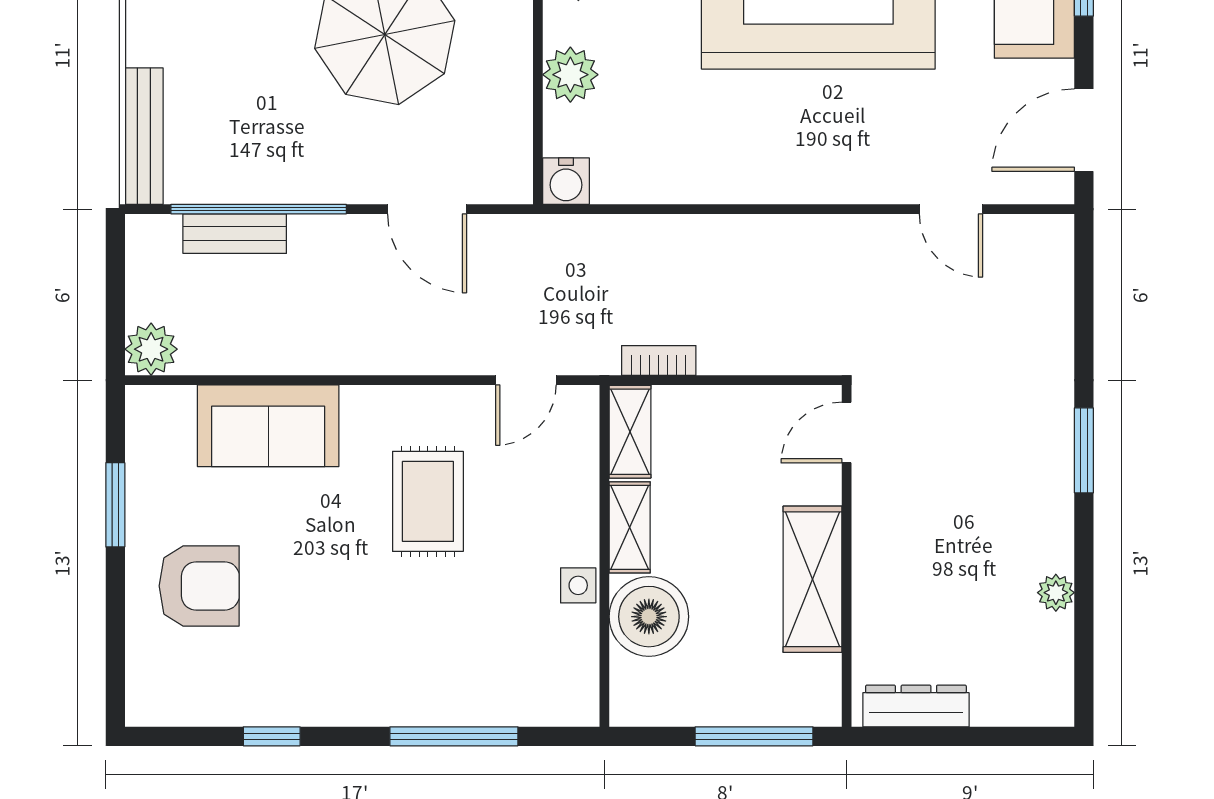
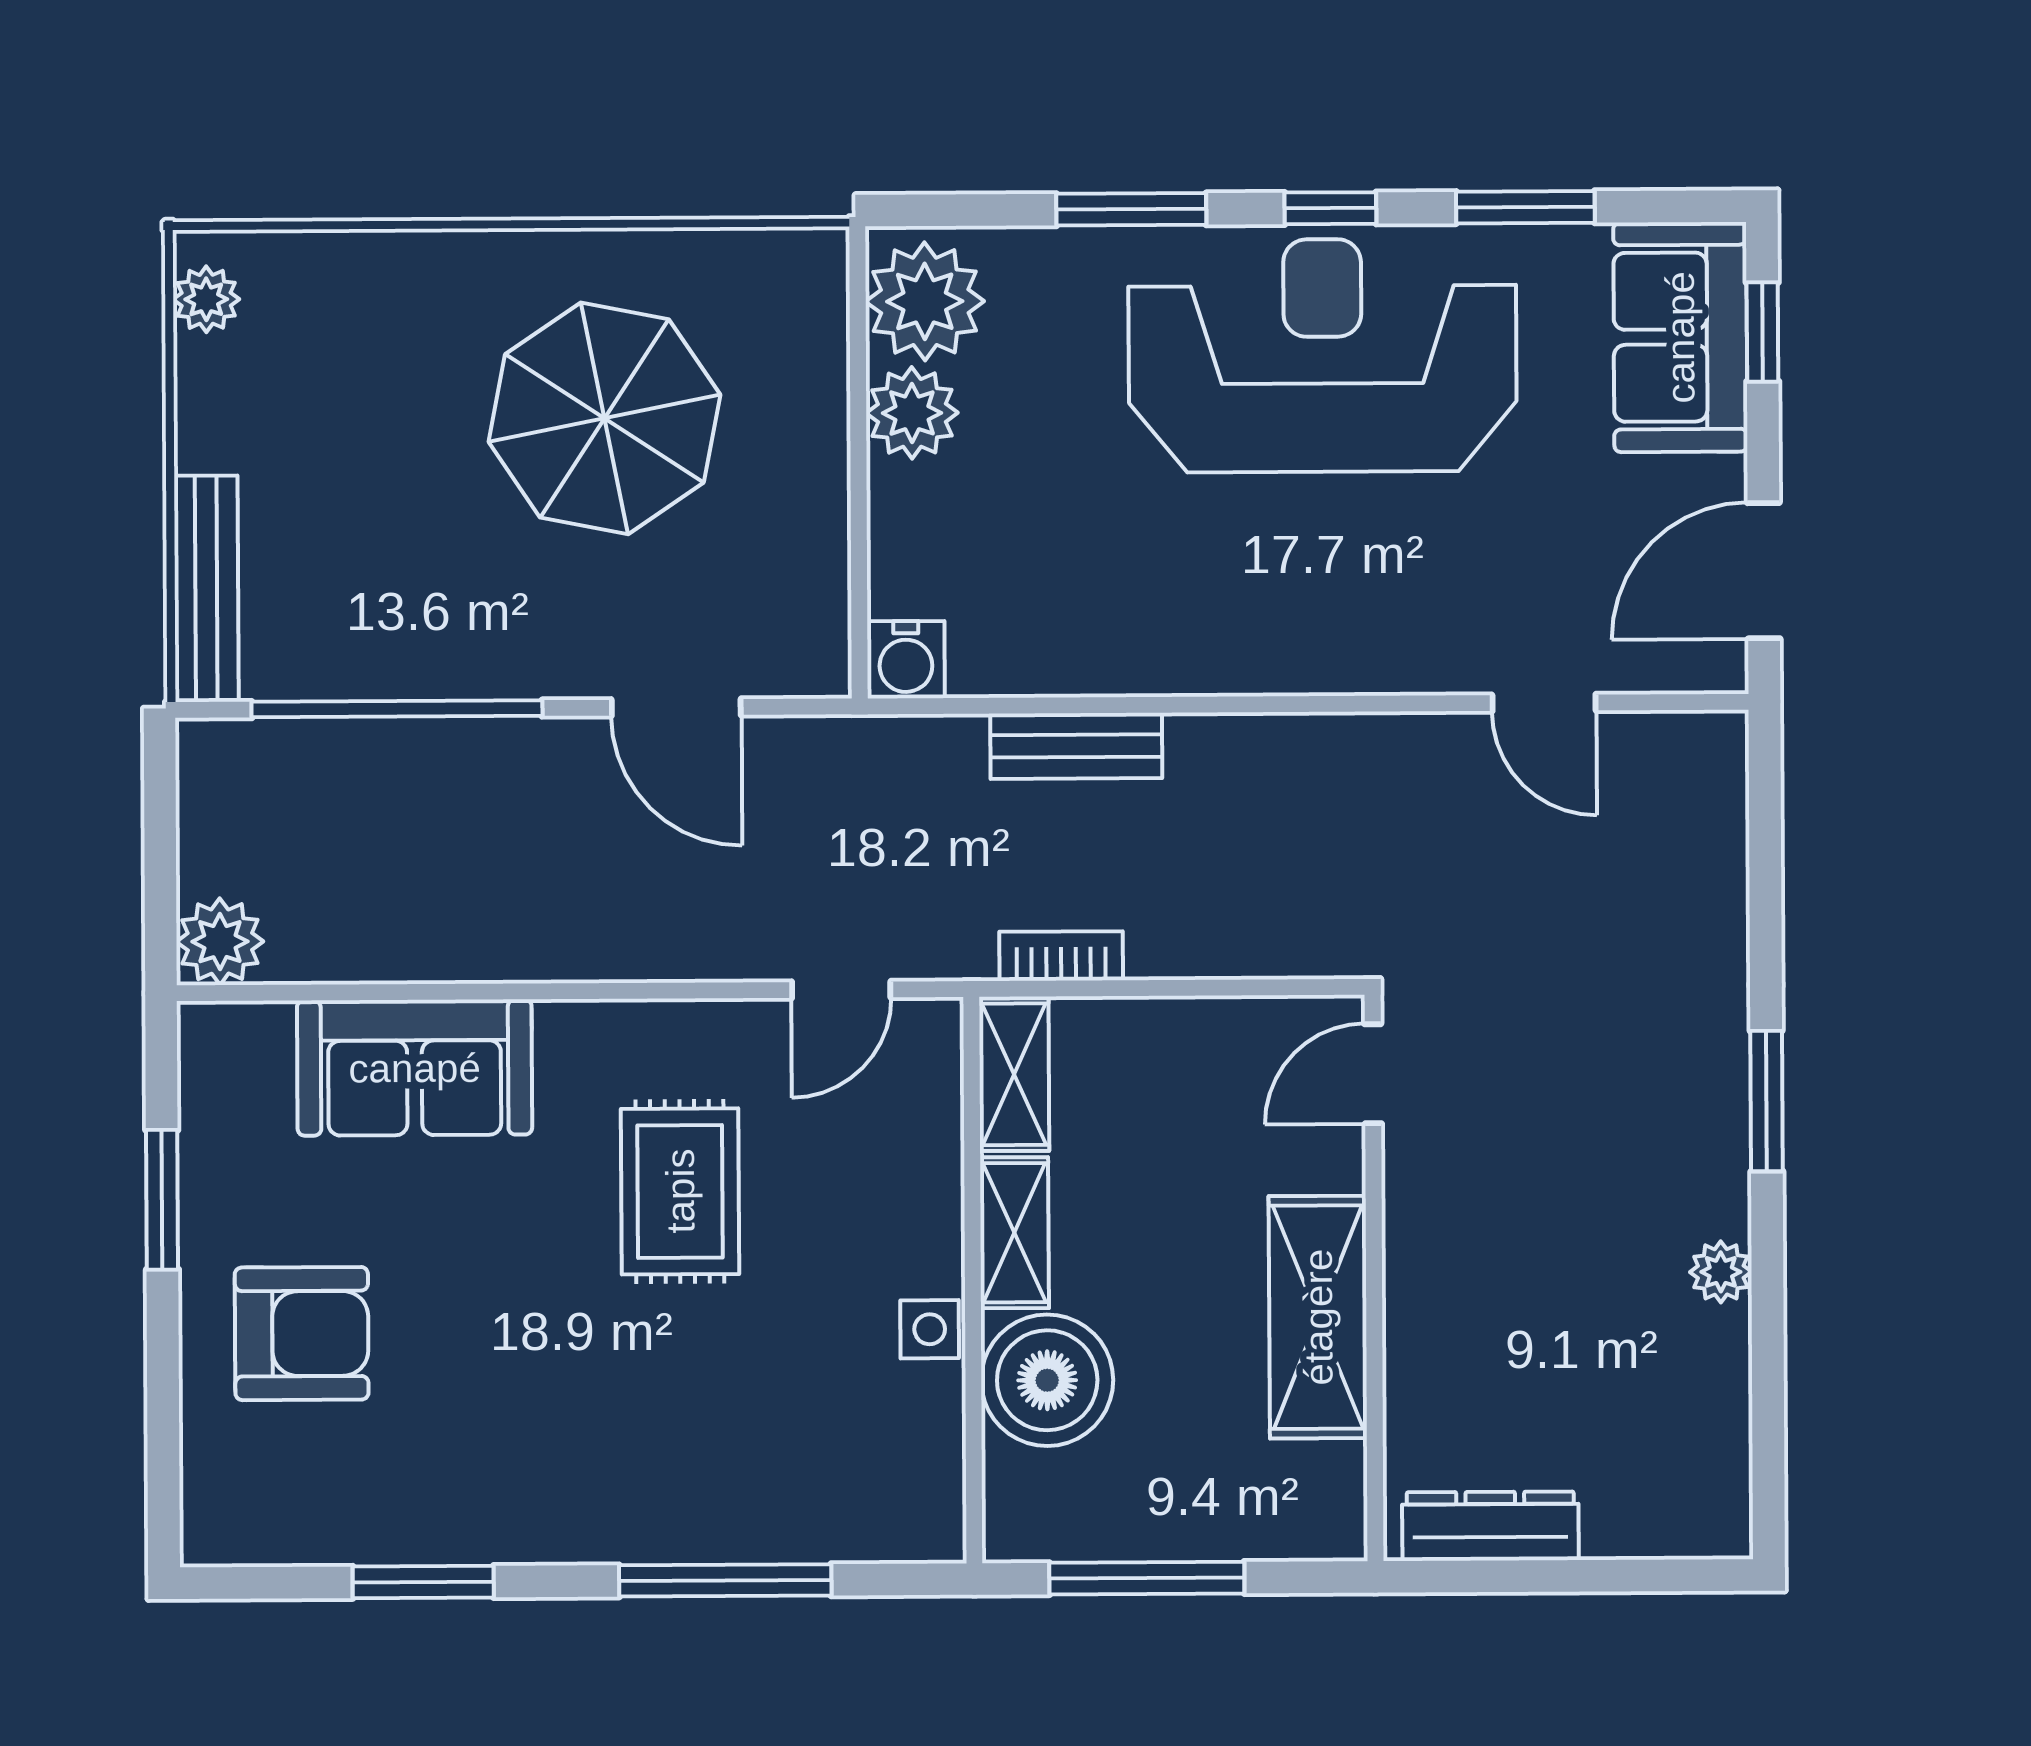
plant: (570, 75) -> (912, 413), moved
bench: (235, 234) -> (1076, 746), moved
plant: (1056, 593) -> (1721, 1272), moved
window: (272, 736) -> (423, 1582), width x1.50
window: (754, 736) -> (1147, 1578), moved

